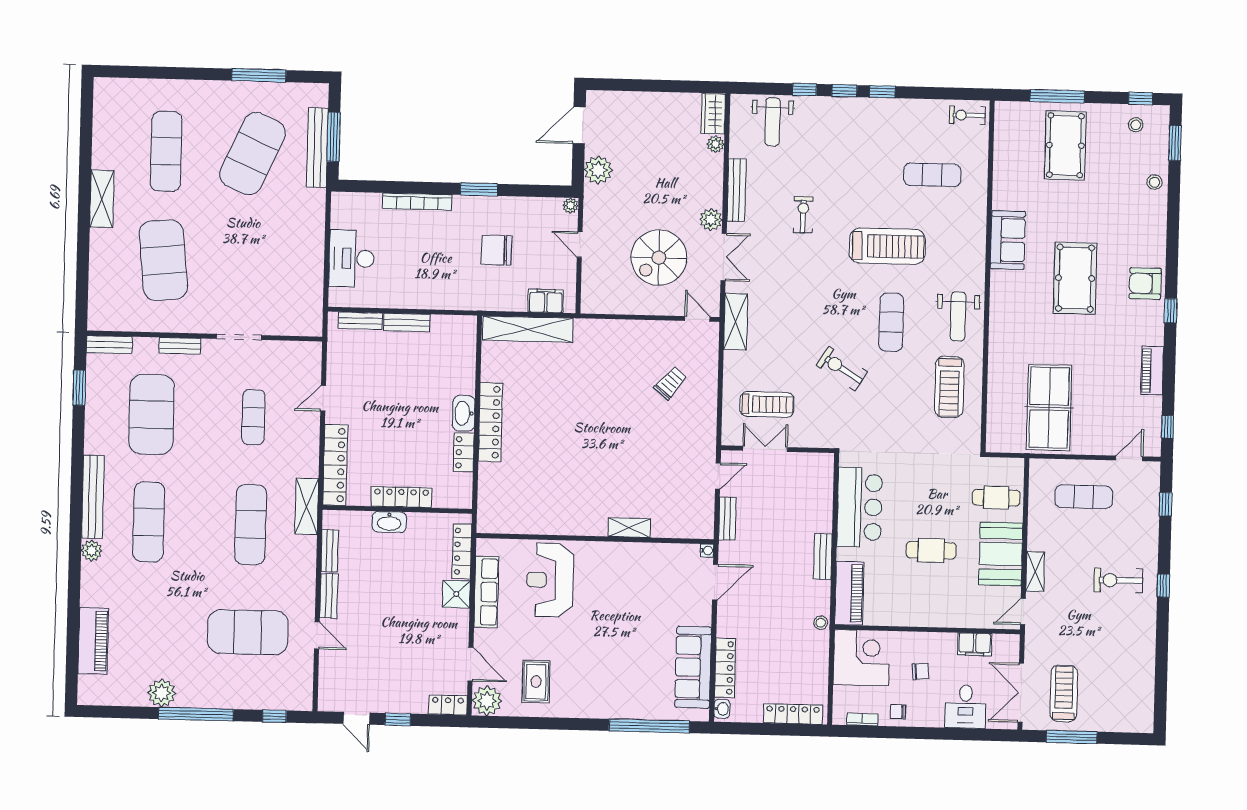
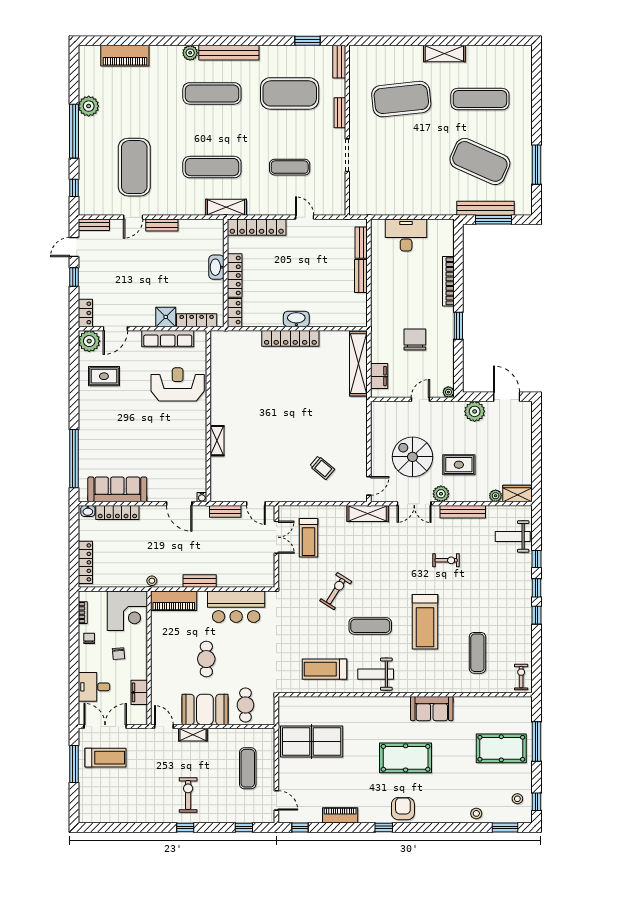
rug: (671, 194) -> (459, 465), added
locker: (464, 452) -> (235, 313), moved, turned 90
bench: (330, 551) -> (94, 225), moved

